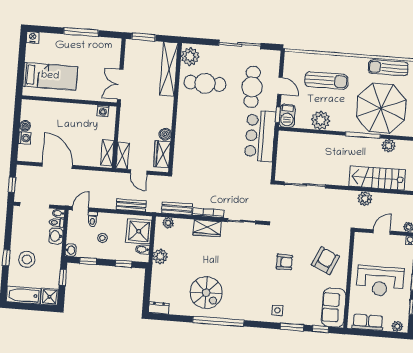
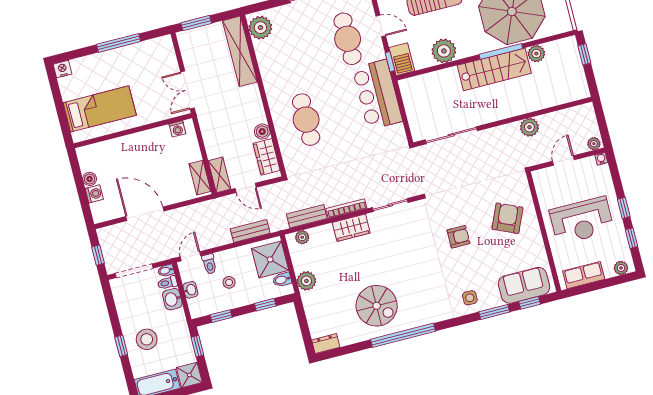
cafe table: (205, 83) -> (306, 120), moved, turned 90
stairs: (377, 178) -> (494, 69), moved, turned 180
washbasin: (71, 250) -> (190, 290), moved
sofa: (334, 308) -> (524, 285), moved, turned 90

